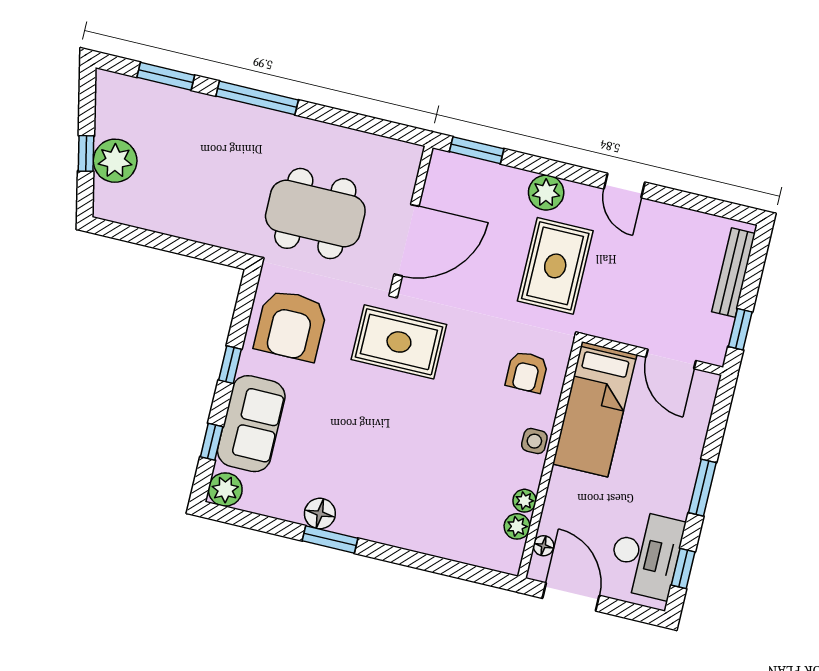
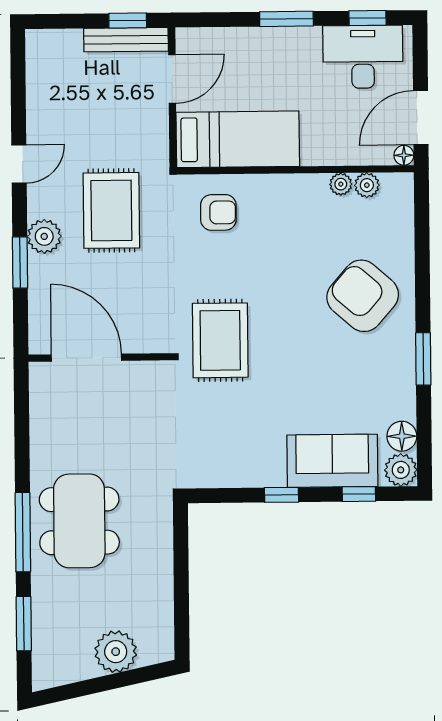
window: (477, 150) -> (20, 262), moved
window: (86, 153) -> (116, 681), removed
dining table: (315, 214) -> (79, 521), moved
door: (406, 240) -> (86, 358), moved
rug: (555, 266) -> (111, 210), turned 90
bench: (733, 273) -> (126, 40), moved
armchair: (291, 325) -> (363, 296), moved, turned -139
side table: (534, 441) -> (282, 189), removed
floor lamp: (320, 514) -> (402, 436), moved
floor lamp: (544, 546) -> (404, 155), moved

